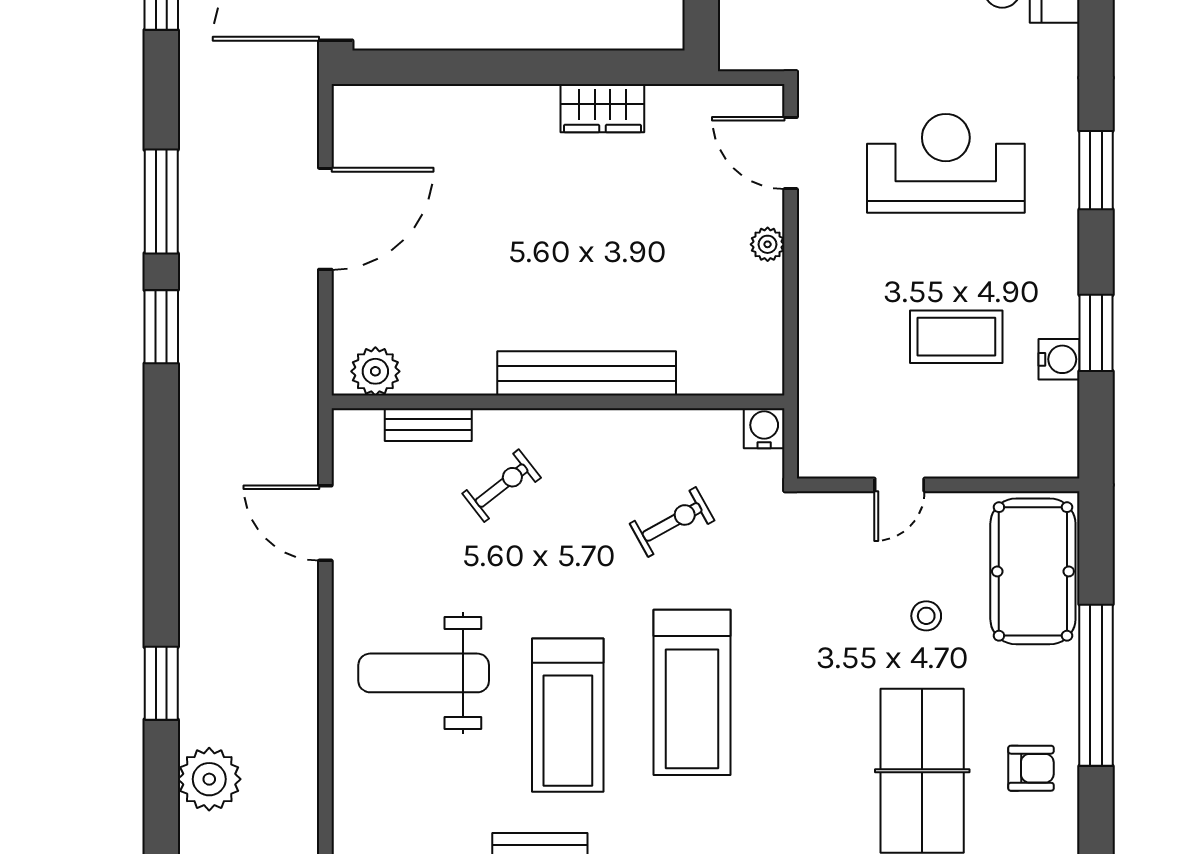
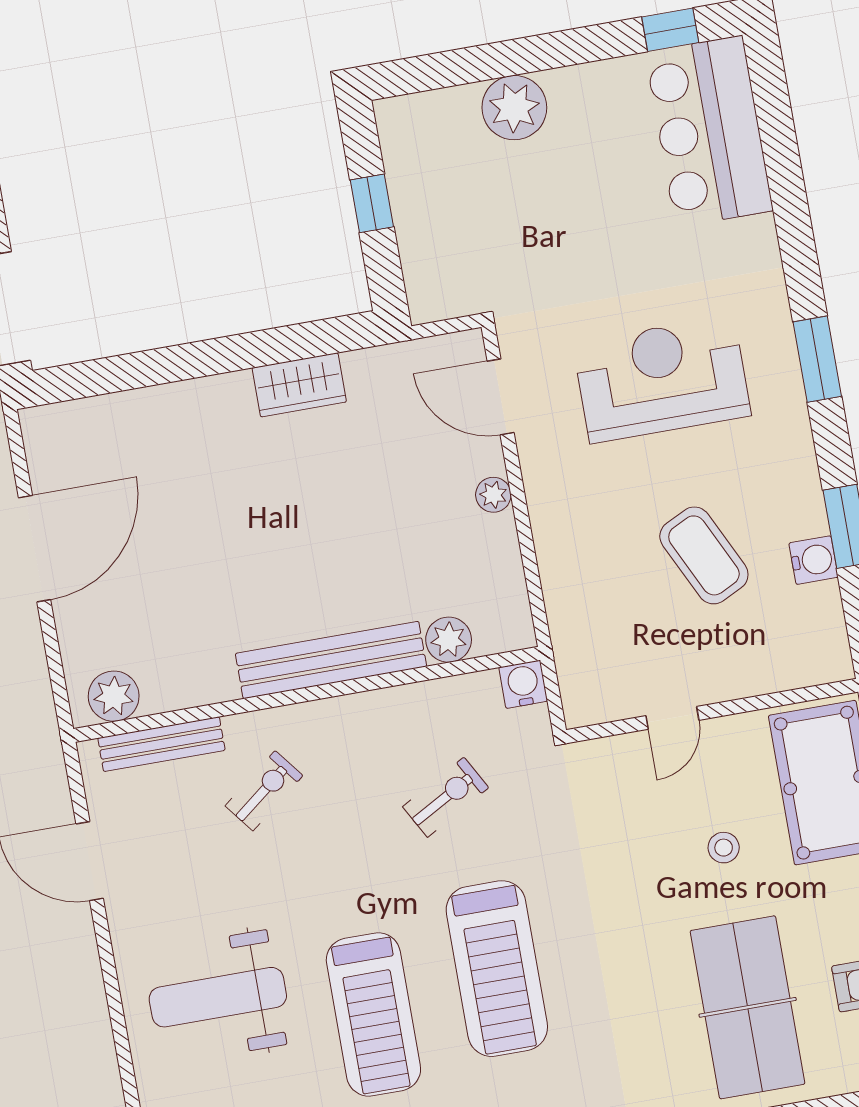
coffee table: (956, 337) -> (704, 555), turned 64
plant: (701, 374) -> (449, 640), added
bench: (428, 425) -> (161, 744), width x1.36

